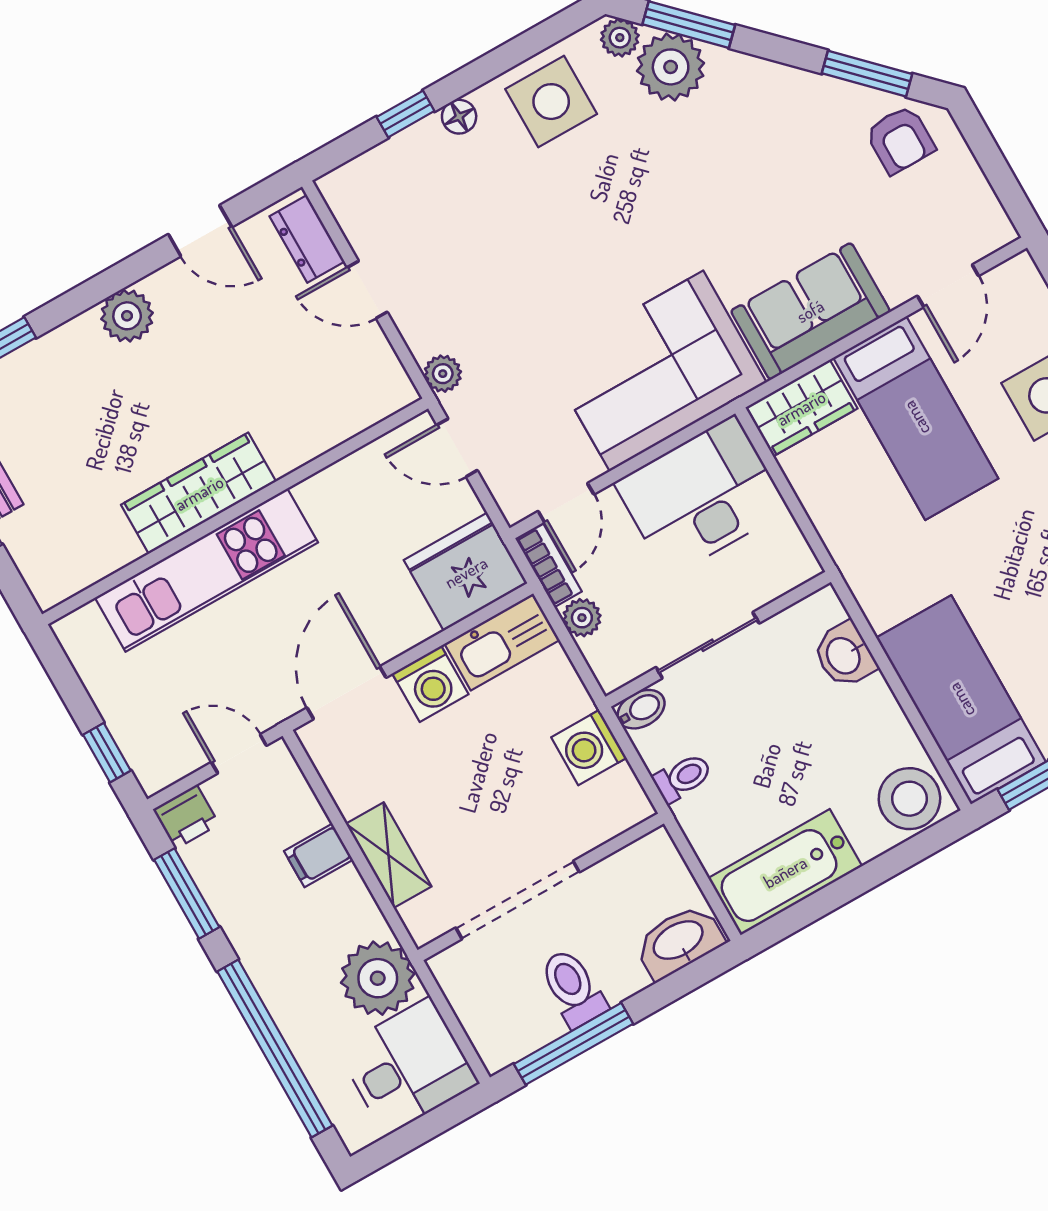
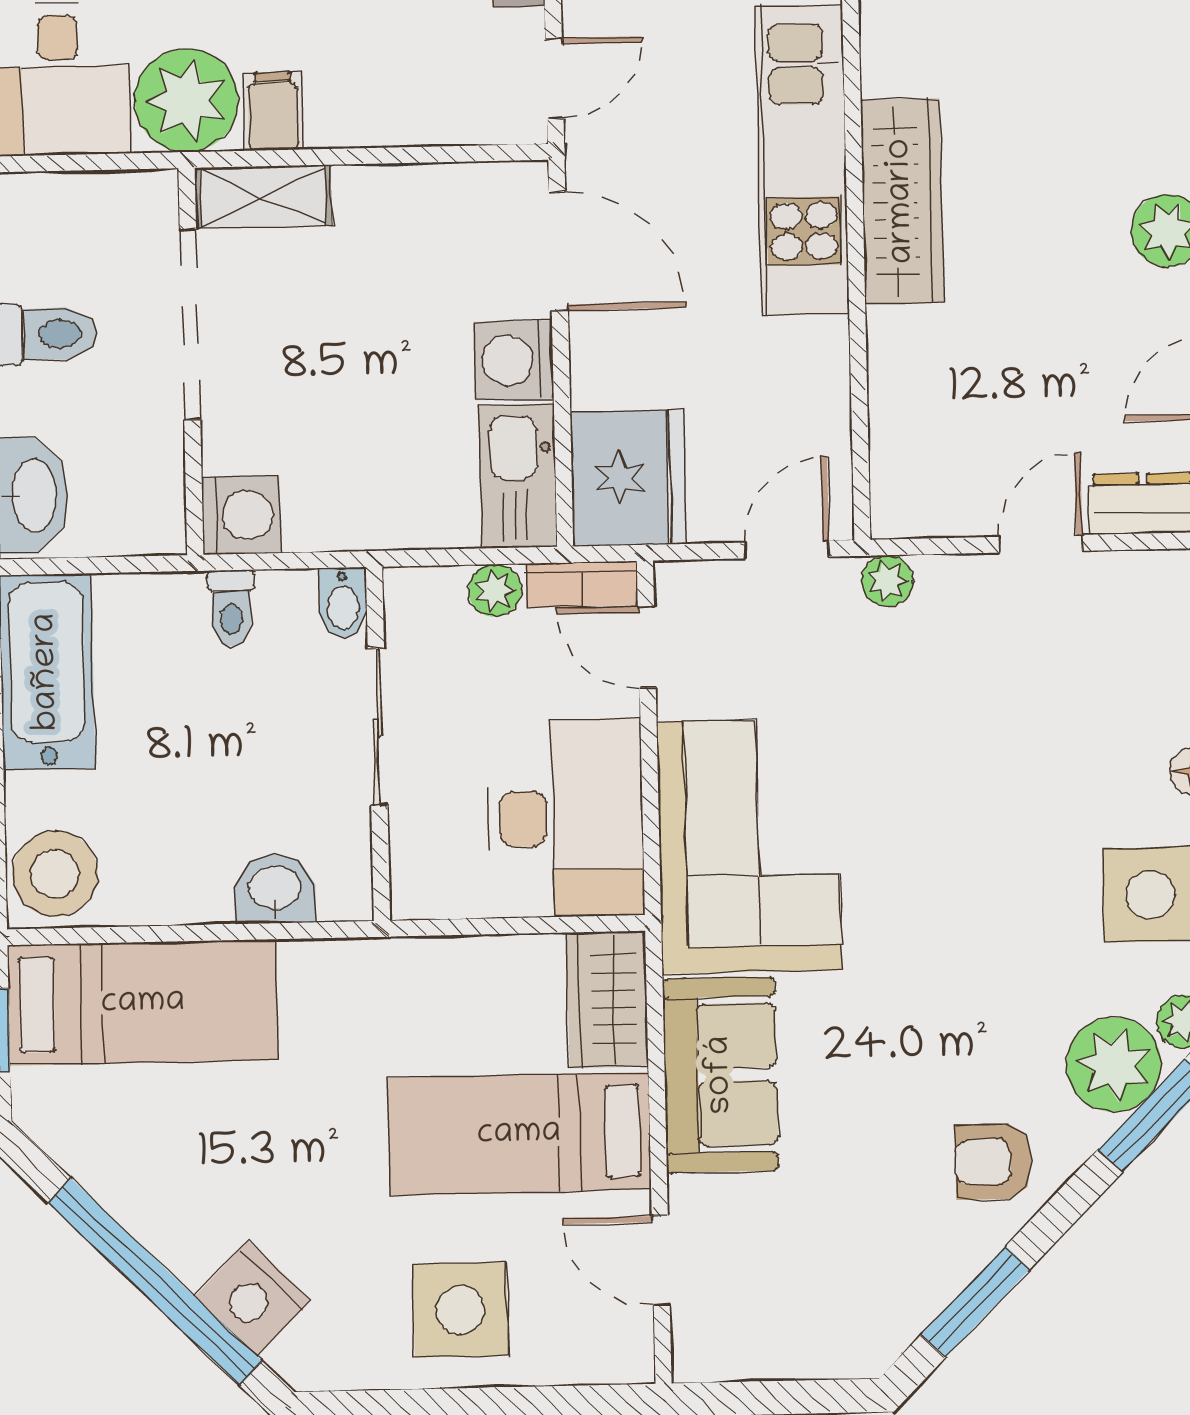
armchair: (900, 140) -> (993, 1161), moved
washing machine: (589, 748) -> (241, 515), moved, turned 90
filing cabinet: (318, 855) -> (273, 111), moved
shelving: (389, 855) -> (263, 197), moved

